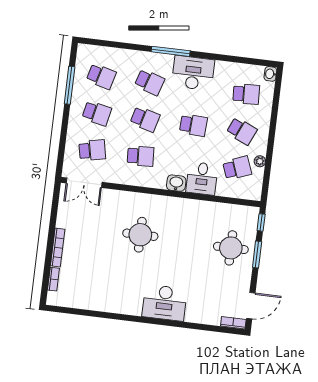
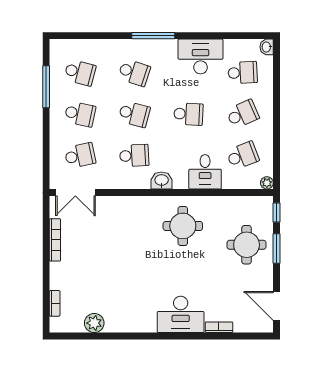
desk: (193, 73) -> (201, 57), moved
school desk: (242, 131) -> (243, 114), turned -48
plant: (260, 161) -> (267, 183), moved
washbasin: (176, 183) -> (162, 180), moved
round table: (140, 235) -> (183, 226), moved
bookcase: (58, 247) -> (55, 240), moved
plant: (87, 301) -> (94, 323), added
door: (251, 306) -> (276, 306), swing flipped
bookcase: (233, 323) -> (219, 327), moved

